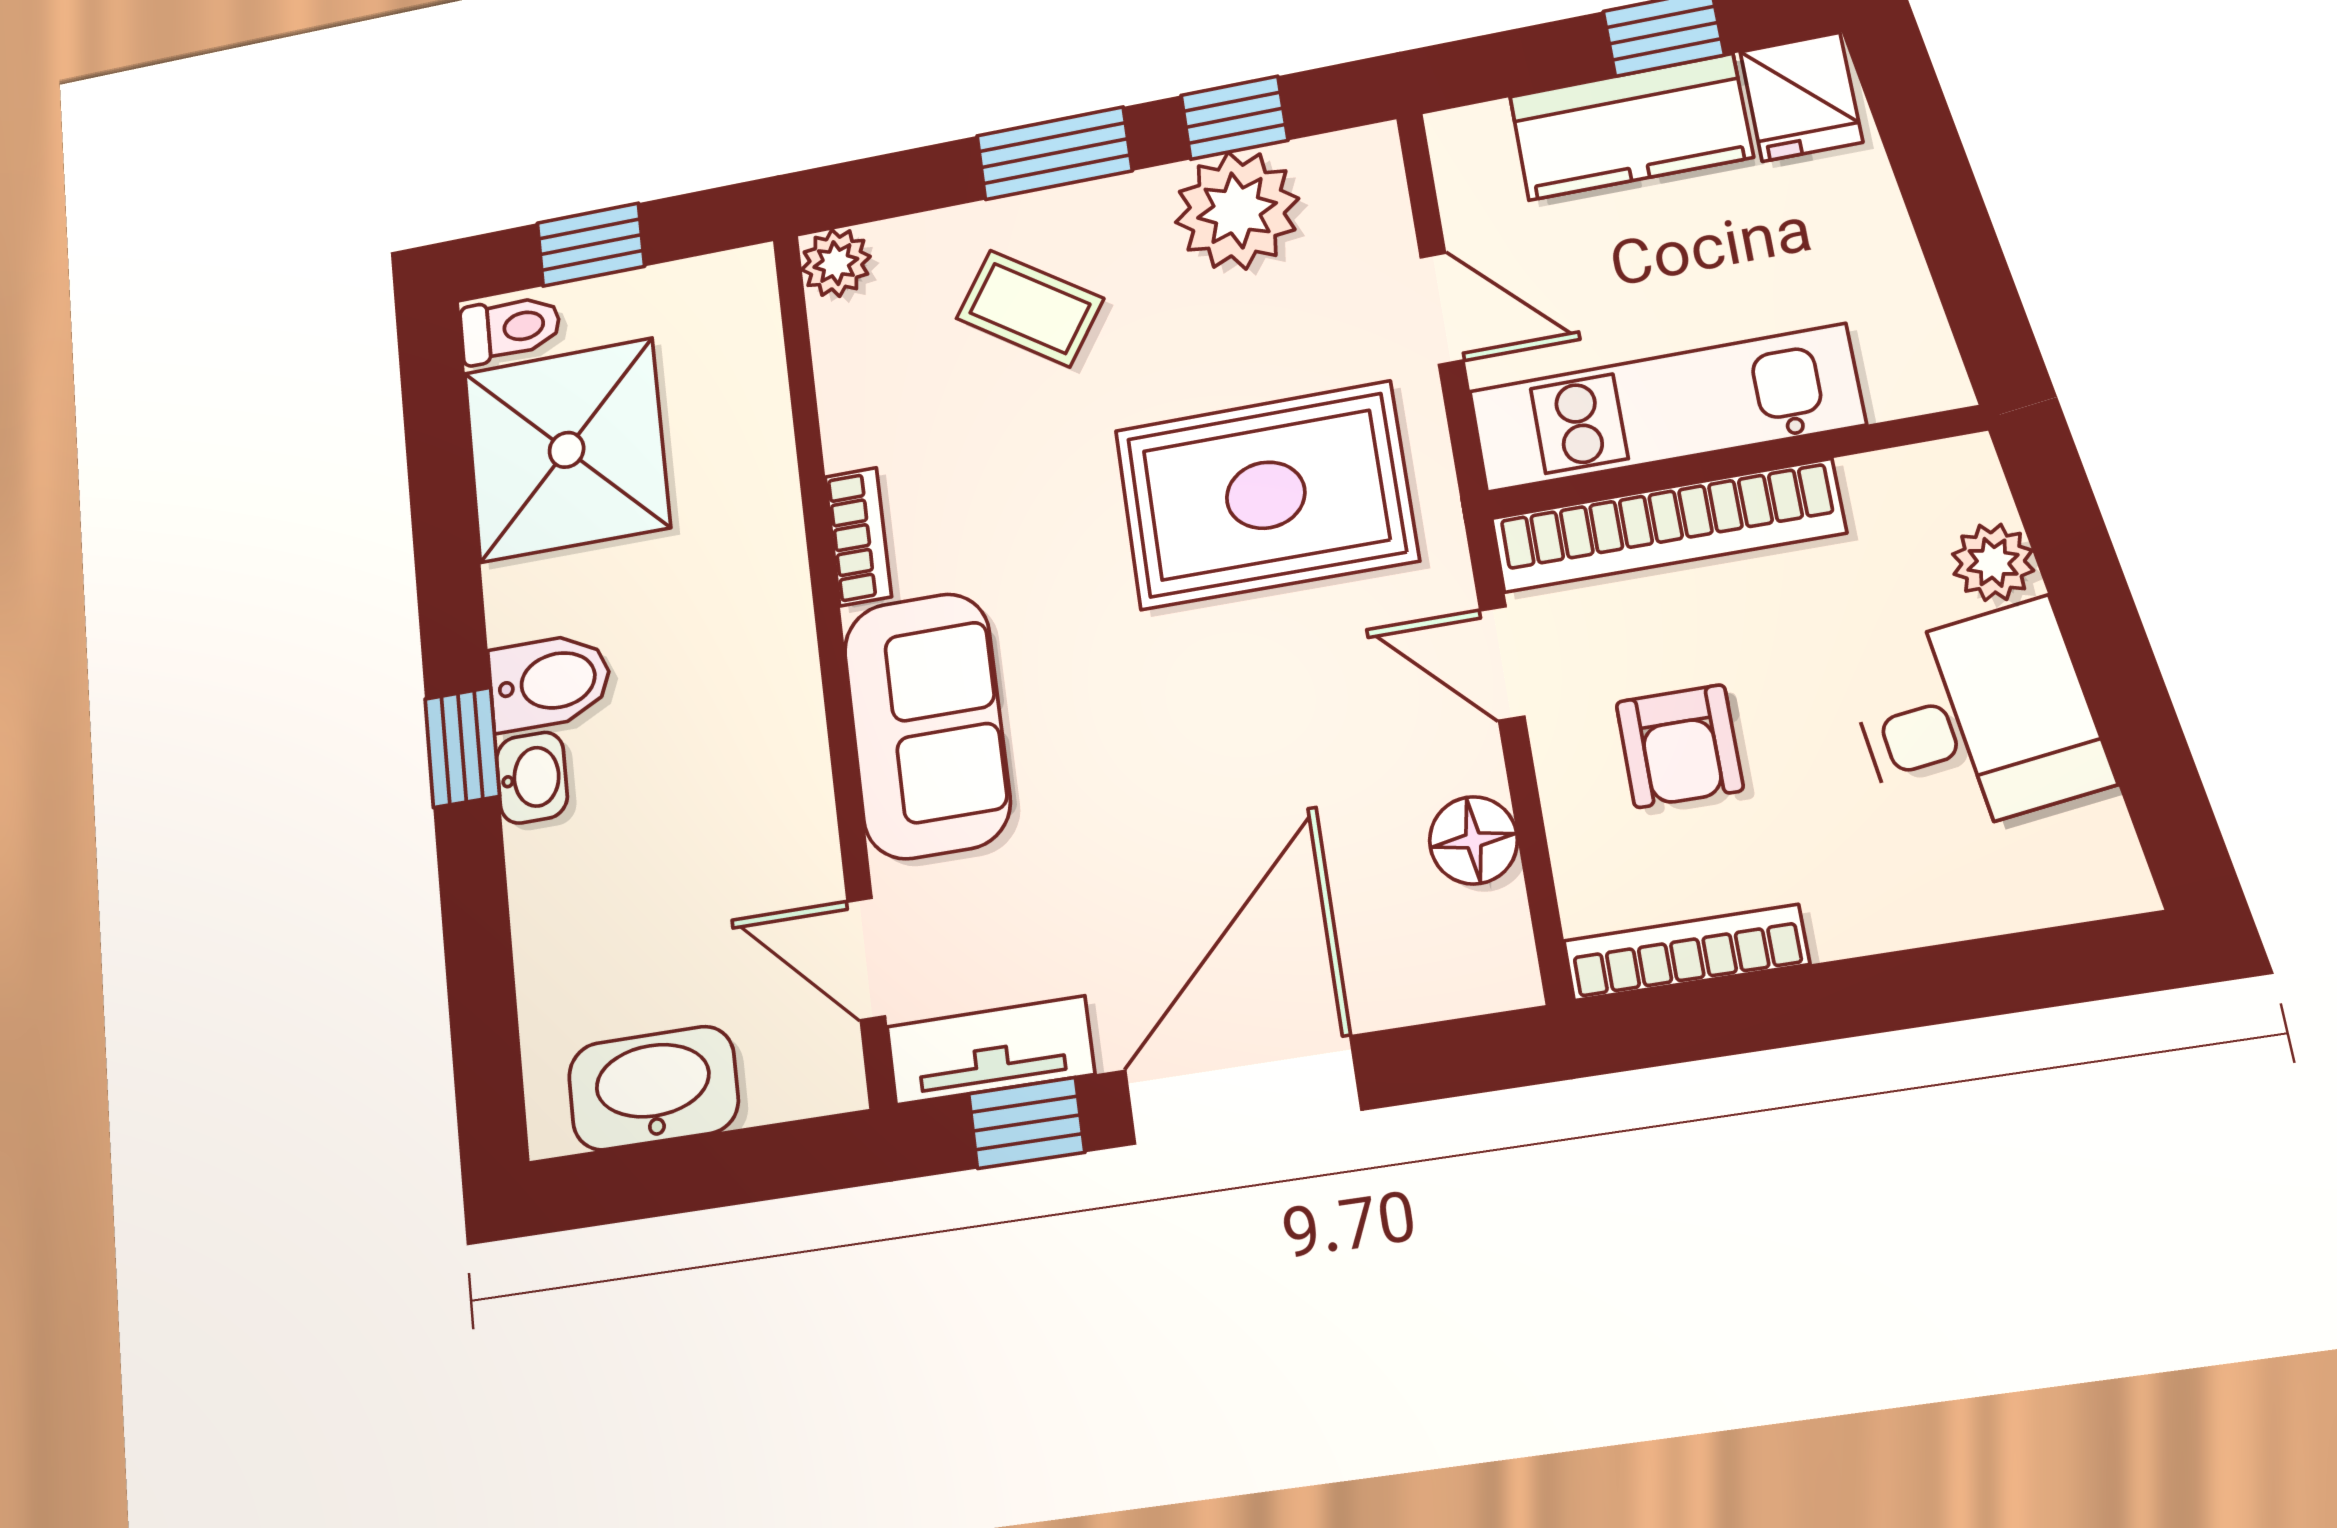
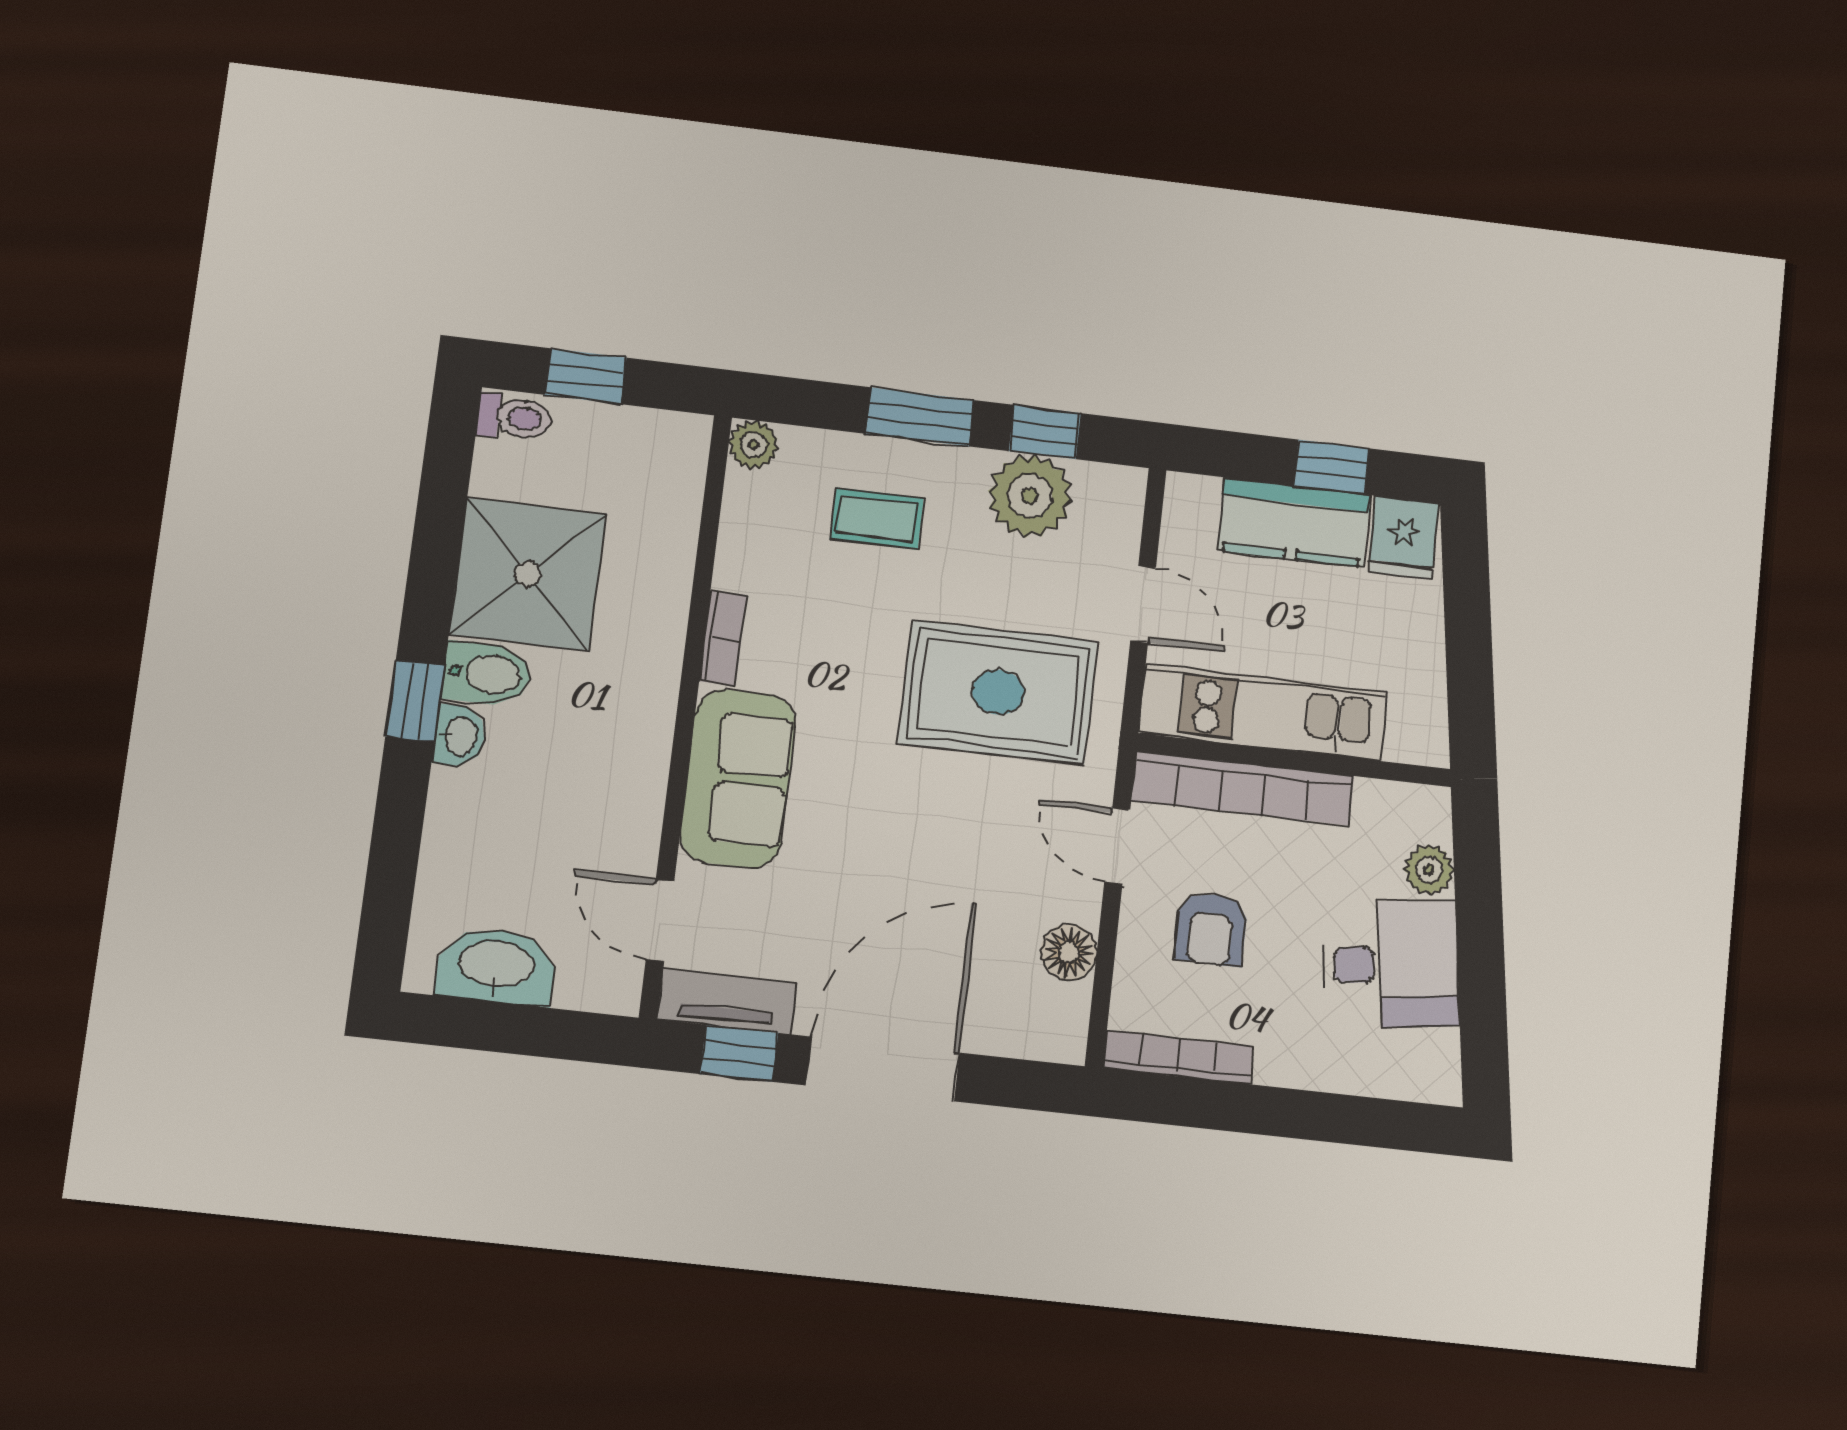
coffee table: (1030, 308) -> (877, 519), turned -34
shower: (567, 450) -> (528, 574), moved

